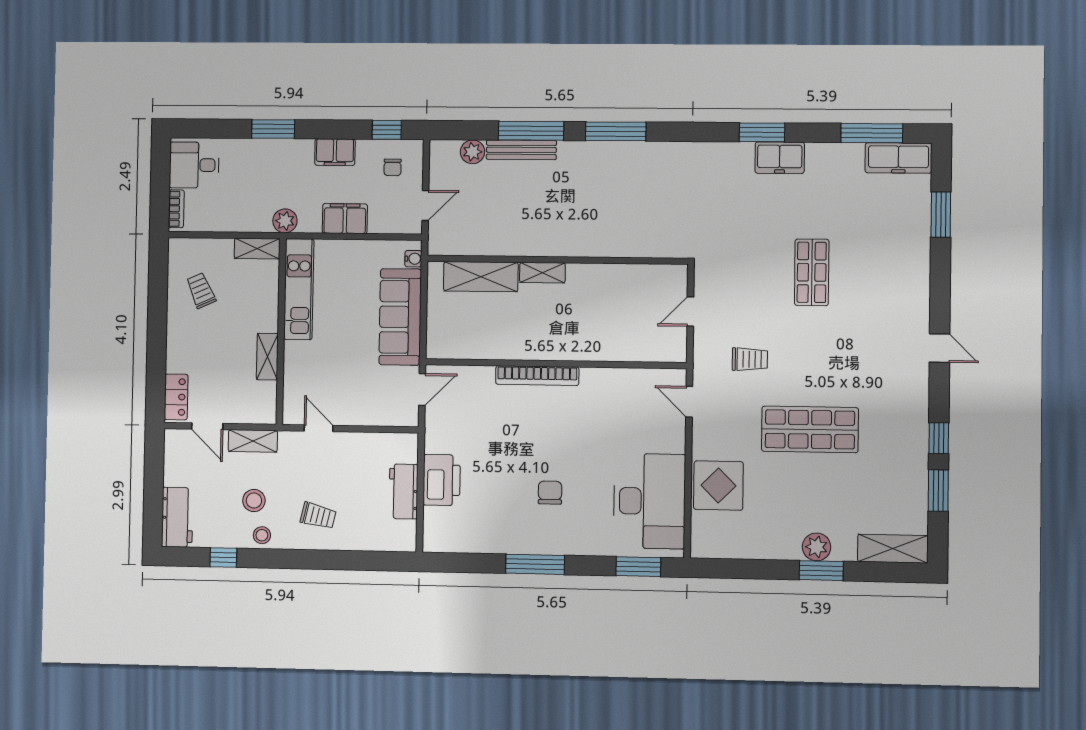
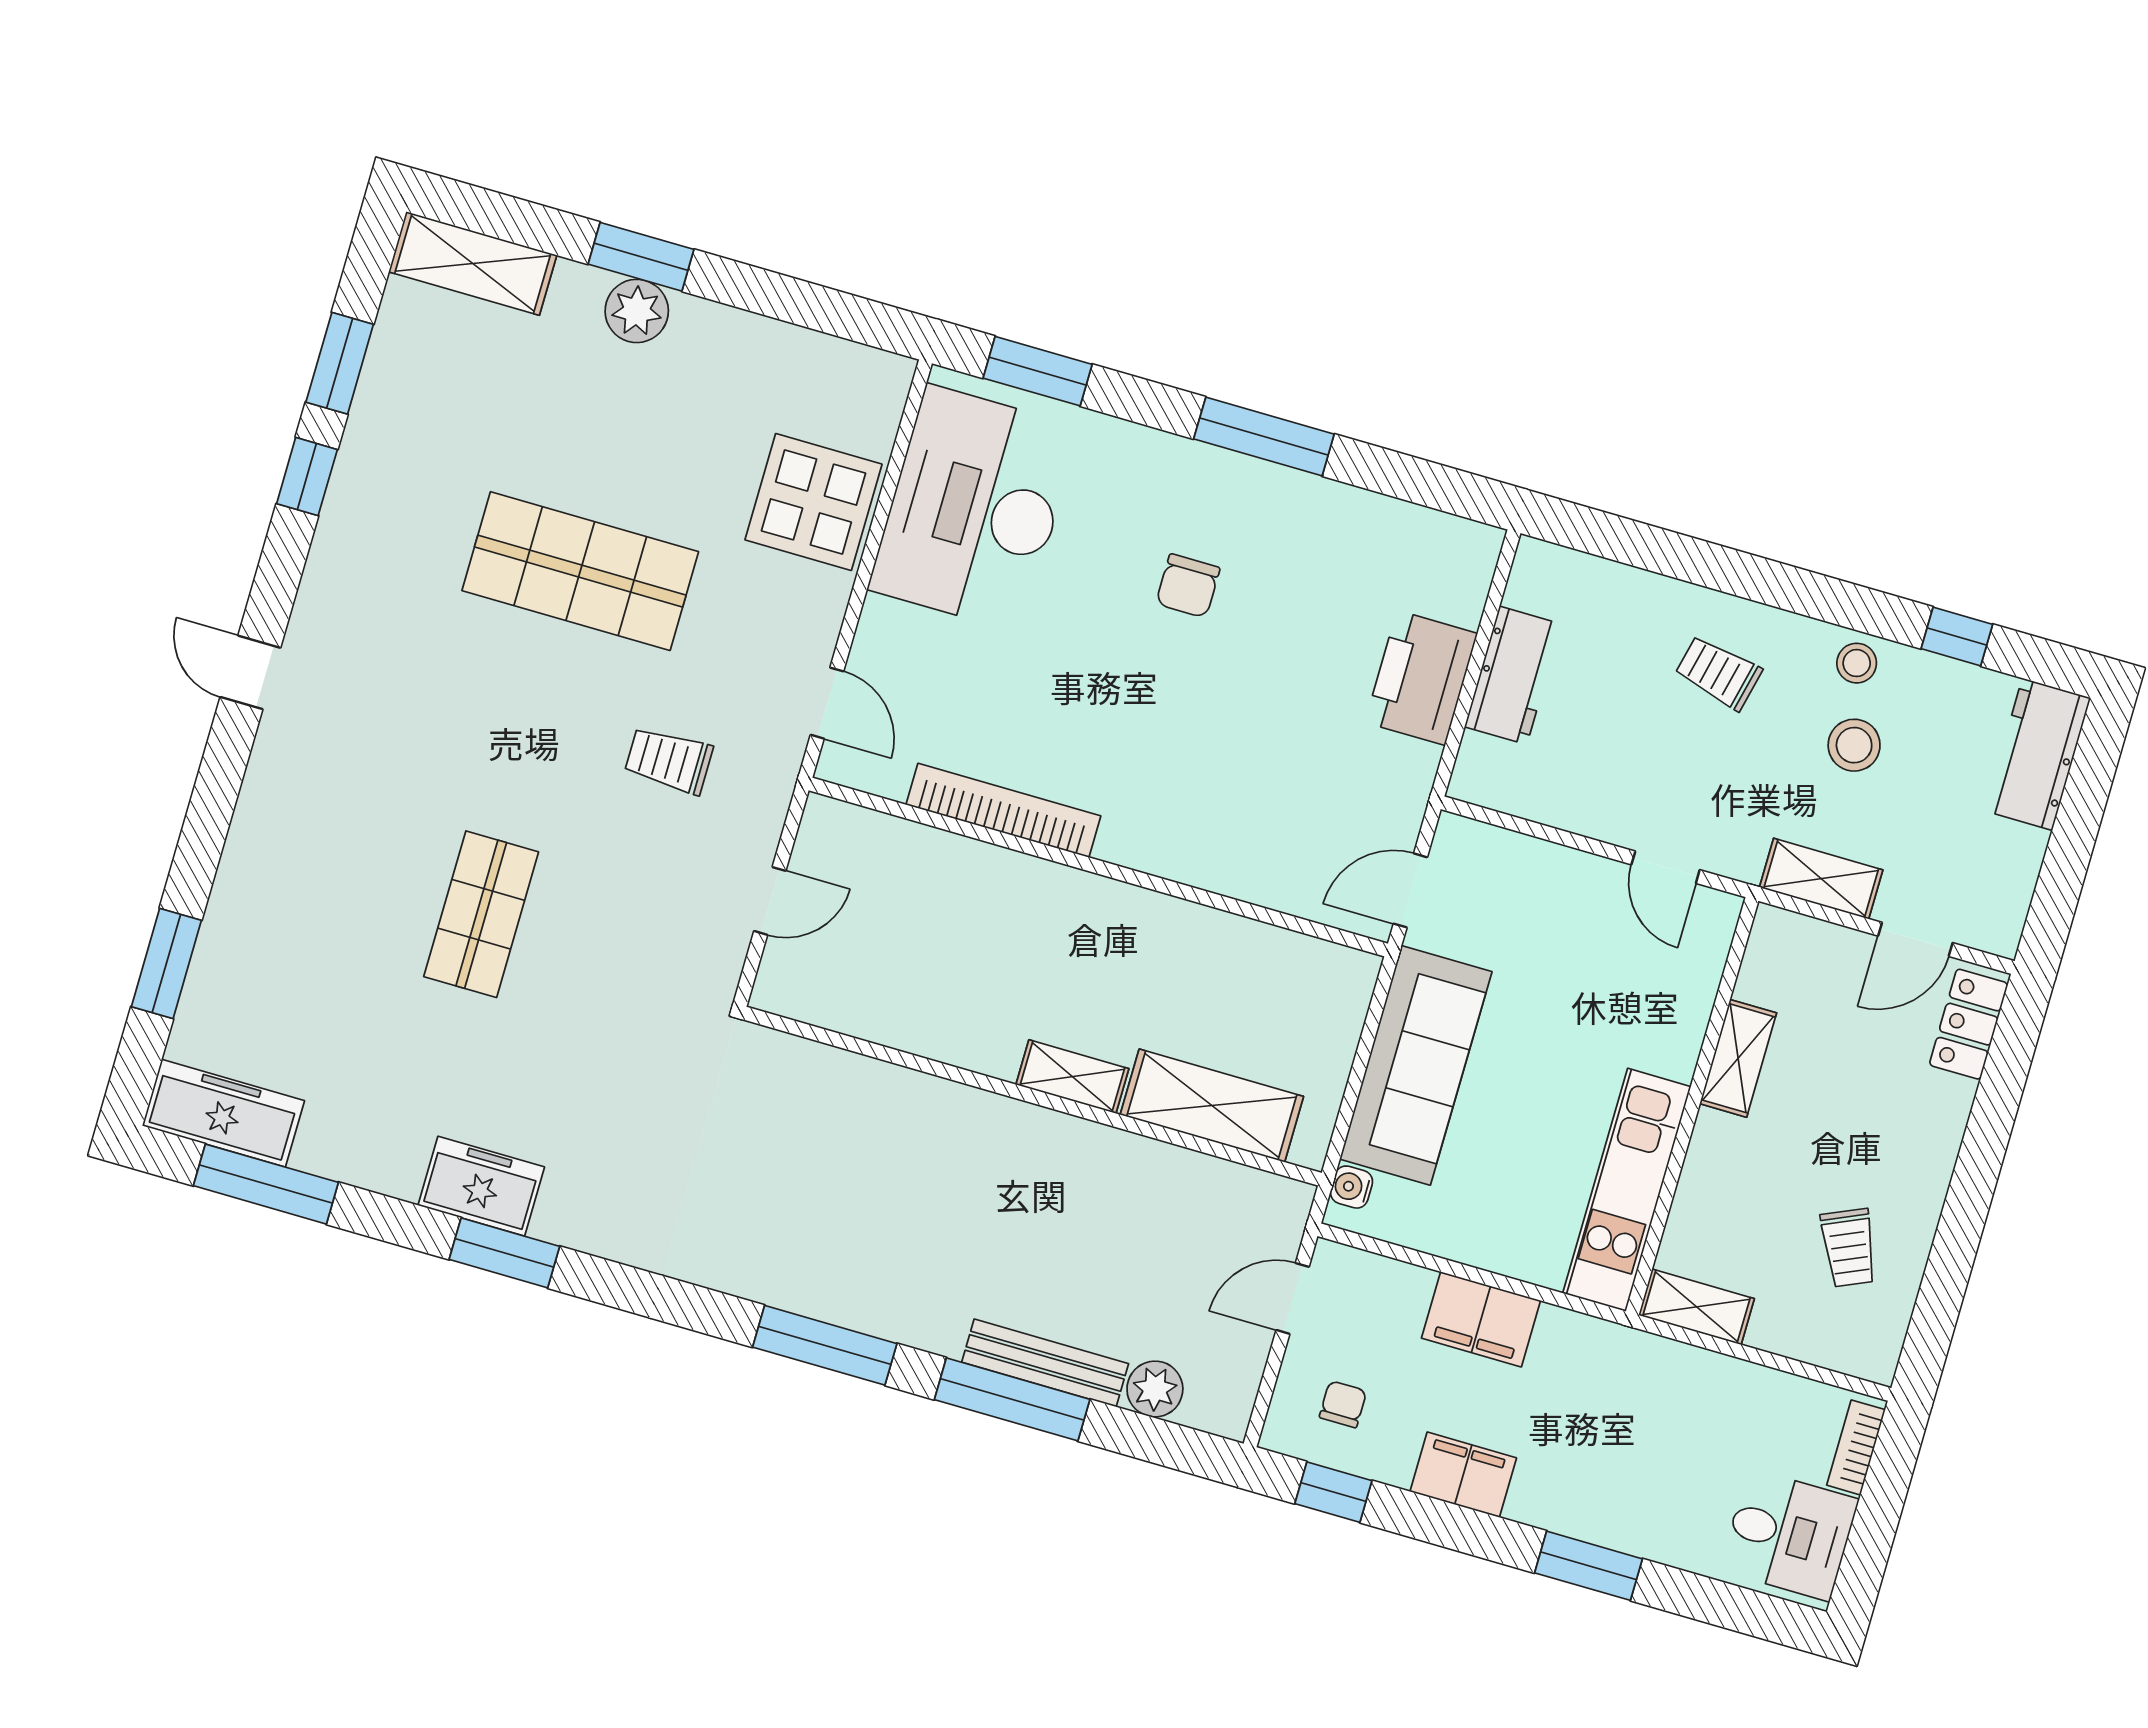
plant: (285, 221) -> (1617, 1352), removed
bookcase: (537, 376) -> (1003, 810), moved
door: (207, 426) -> (1915, 939), swing flipped

